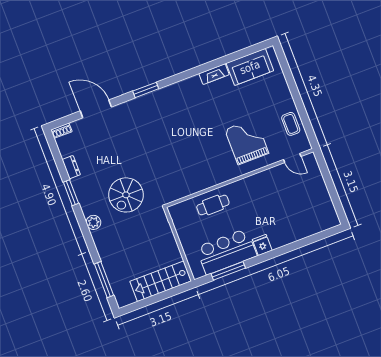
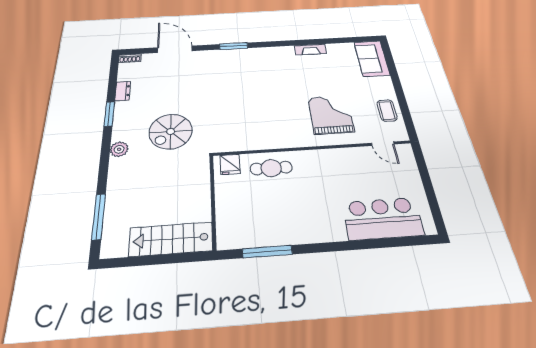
sofa: (250, 67) -> (372, 58), moved, turned 90
fridge: (262, 245) -> (230, 164), moved, turned 180
bar counter: (227, 252) -> (383, 219), moved

